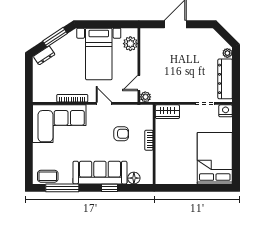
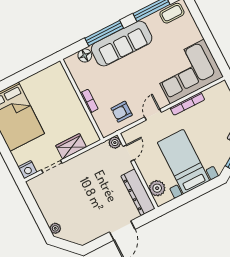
dresser: (225, 79) -> (138, 192), moved, turned 180
door: (104, 103) -> (153, 115), swing flipped
wardrobe: (167, 112) -> (71, 146), moved
armchair: (121, 134) -> (122, 112), moved
window: (109, 188) -> (104, 33), width x2.17

